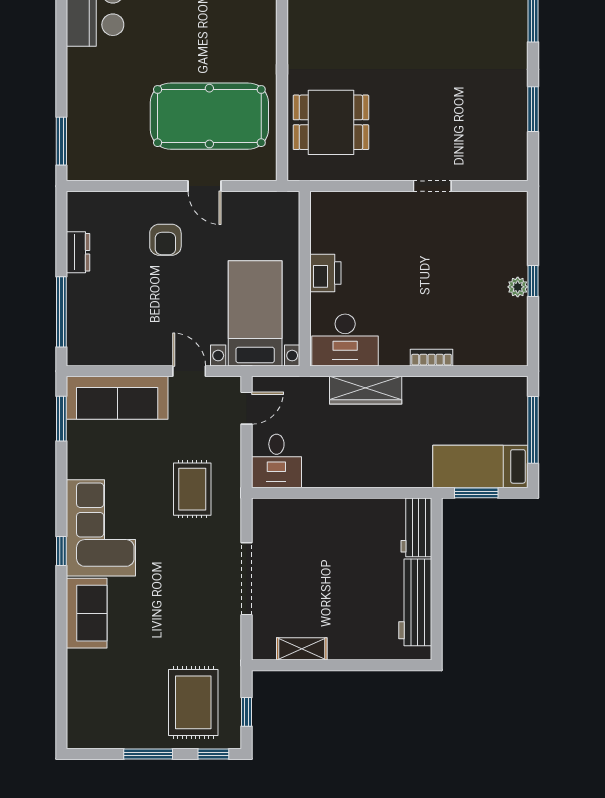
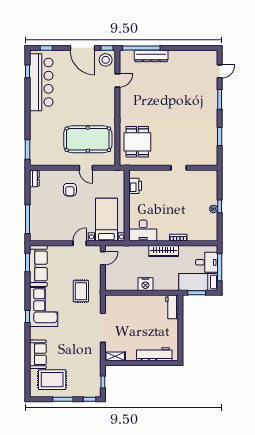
dining table: (331, 122) -> (137, 142), turned 90
dresser: (78, 252) -> (34, 178), moved
printer: (325, 273) -> (135, 186), moved
door: (189, 371) -> (80, 243), hinge flipped
wardrobe: (366, 390) -> (164, 251), moved
sofa: (117, 398) -> (38, 266), moved, turned -90
desk: (276, 461) -> (207, 262), moved, turned -90
nightstand: (351, 472) -> (145, 284), added
workbench: (415, 602) -> (154, 354), moved, turned 90
sofa: (87, 613) -> (38, 354), moved
shelving: (302, 649) -> (115, 356), moved
rug: (193, 702) -> (52, 380), moved, turned 90

